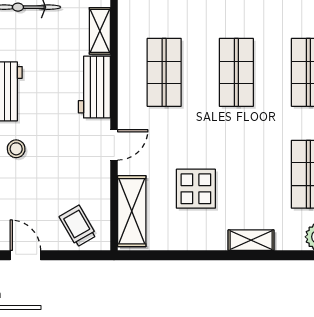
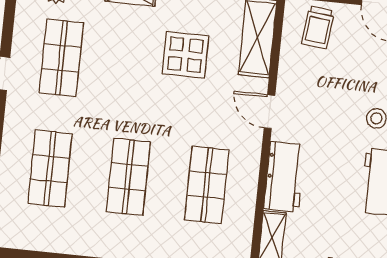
door: (114, 145) -> (269, 112), hinge flipped
trolley: (78, 226) -> (318, 27), turned 36

